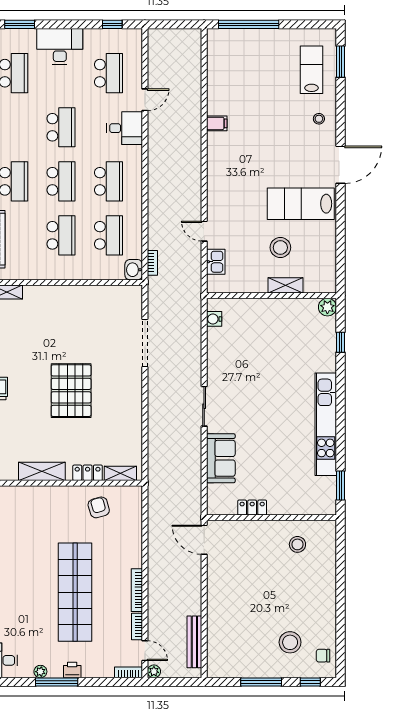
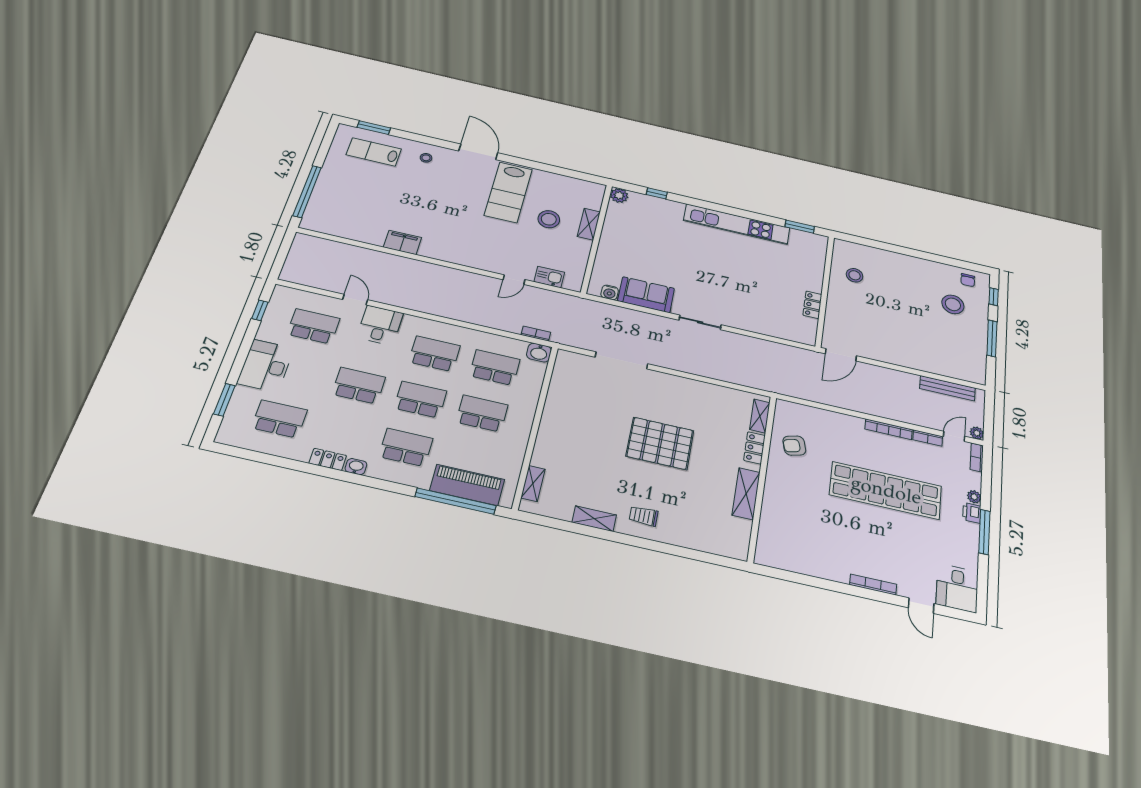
filing cabinet: (217, 123) -> (402, 242), width x2.00
sofa: (221, 458) -> (646, 295), moved
plant: (40, 672) -> (974, 497), moved

